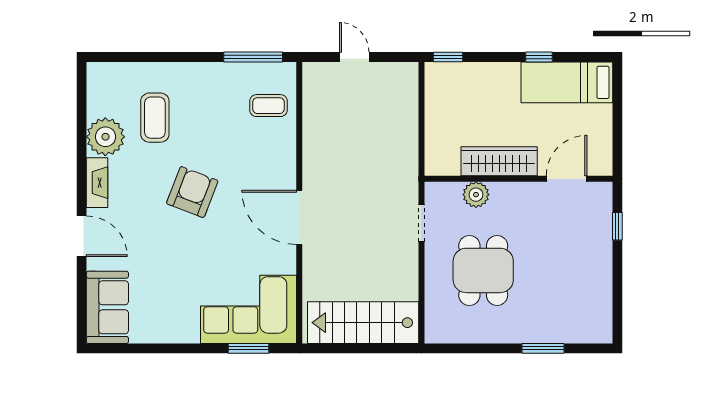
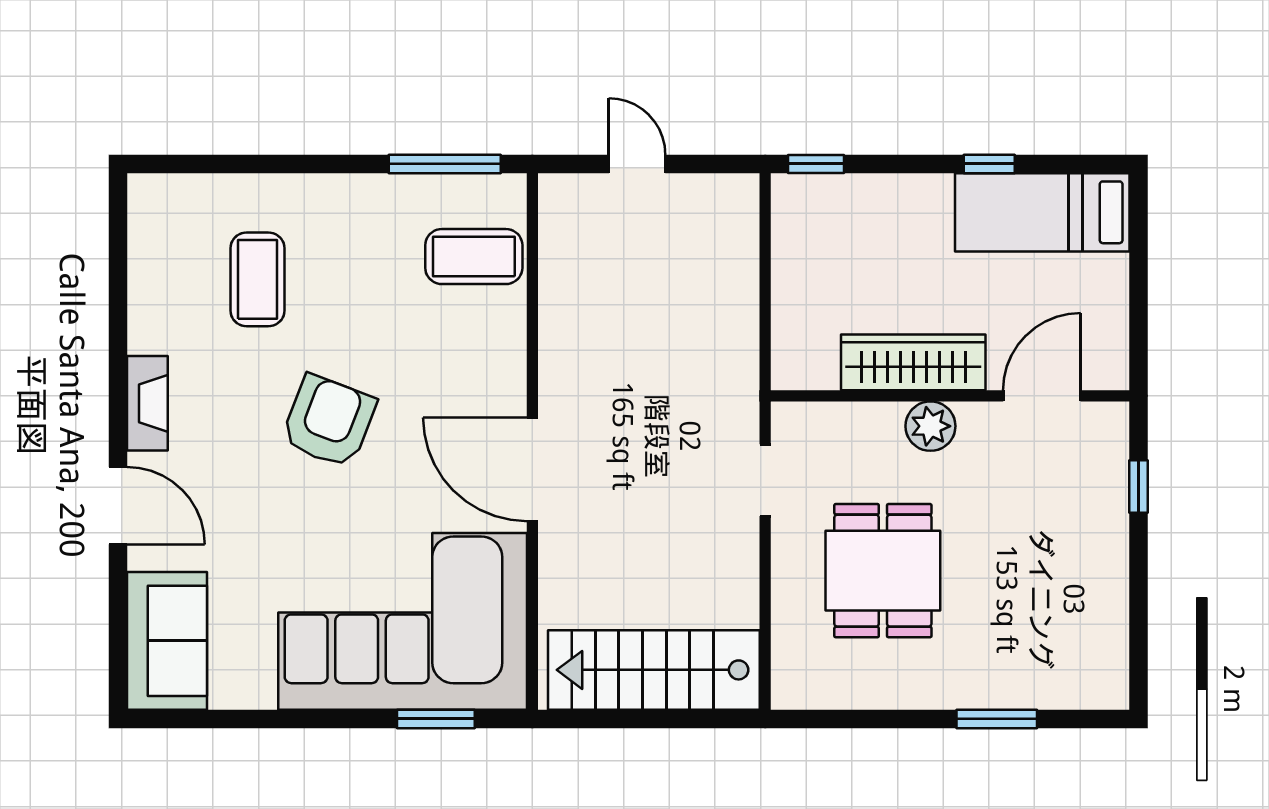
coffee table: (268, 106) -> (474, 257), width x1.36, depth x1.30
plant: (105, 137) -> (163, 316), removed
plant: (476, 195) -> (930, 426), moved
corner sofa: (248, 309) -> (403, 621), width x1.36, depth x1.36

